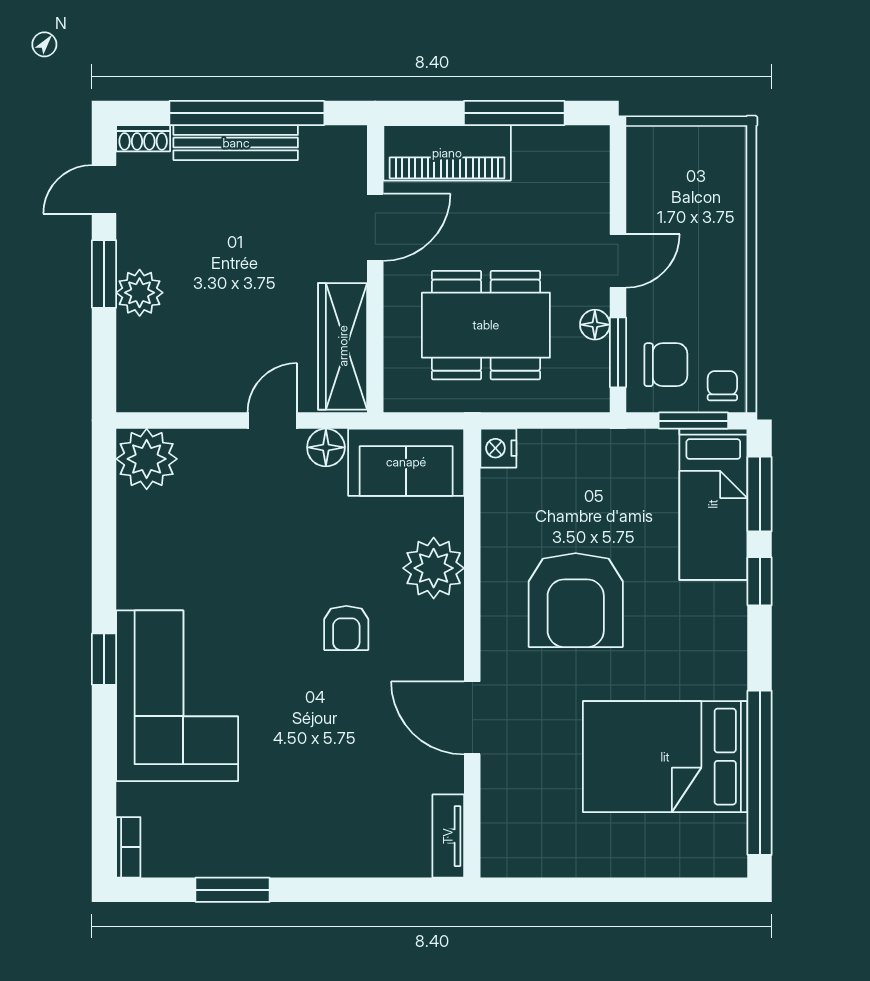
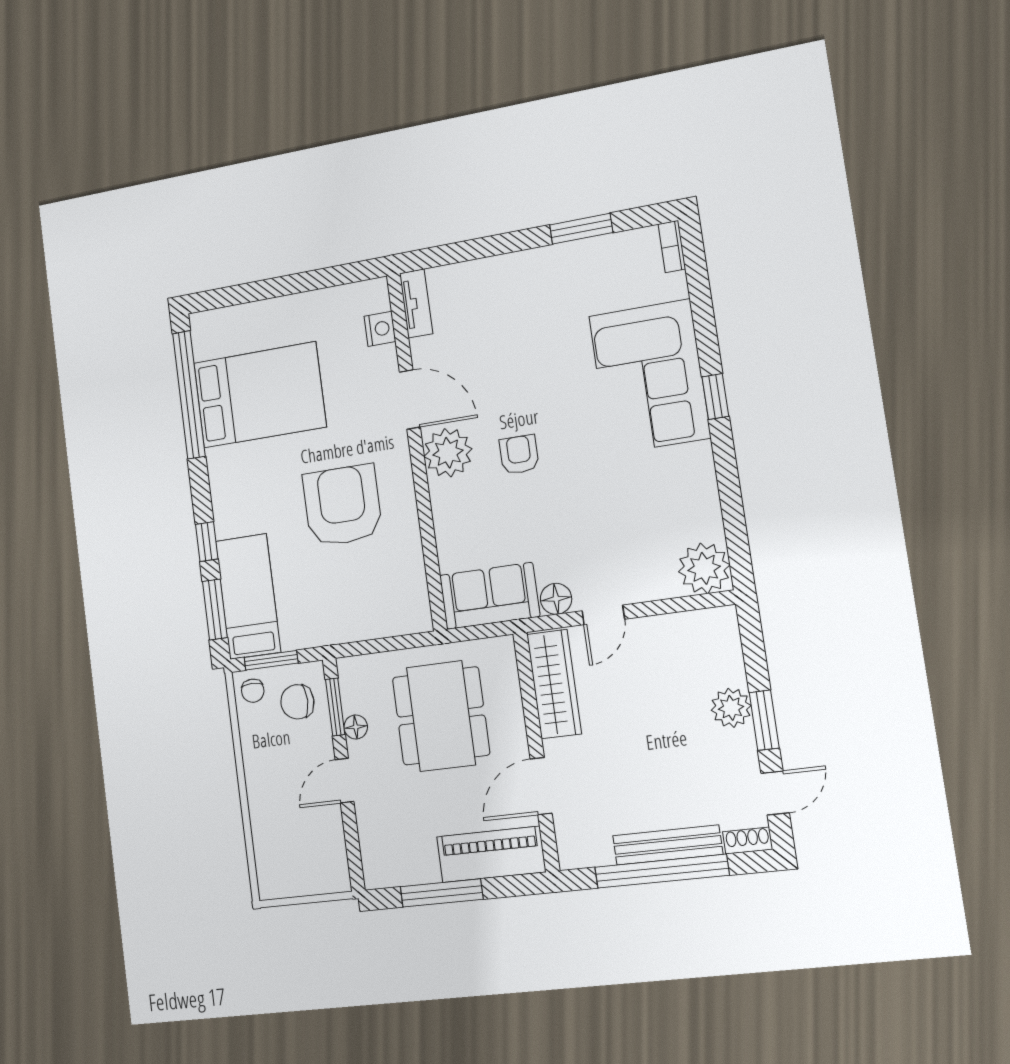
dining table: (486, 325) -> (441, 716), turned 90
nightstand: (498, 448) -> (380, 329), moved
plant: (434, 568) -> (448, 453), moved

